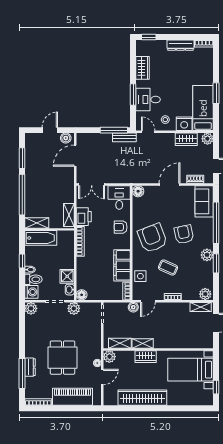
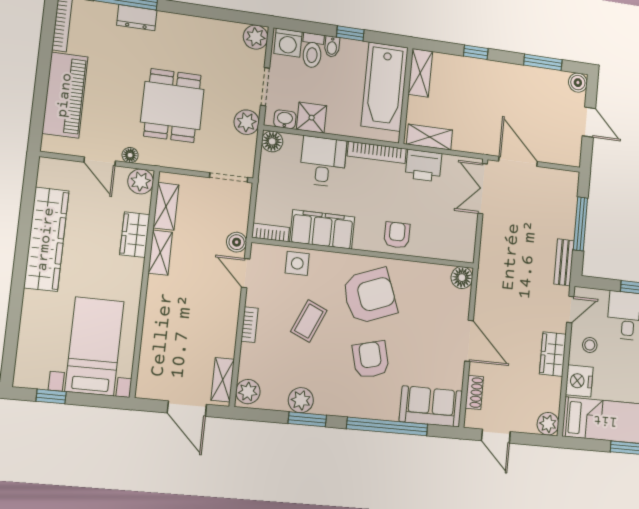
window: (114, 130) -> (580, 224), moved
boiler: (66, 138) -> (578, 83), moved
wardrobe: (186, 139) -> (553, 354), moved
door: (75, 156) -> (518, 161), moved
window: (22, 195) -> (476, 52), width x0.32
desk: (119, 198) -> (323, 162), moved, turned -90
armchair: (184, 234) -> (371, 360), turned -92
bathtub: (41, 238) -> (385, 87), width x1.36, depth x1.36
plant: (207, 255) -> (301, 400), moved
wardrobe: (146, 357) -> (135, 235), moved
dining table: (62, 358) -> (172, 106), moved, turned 90

